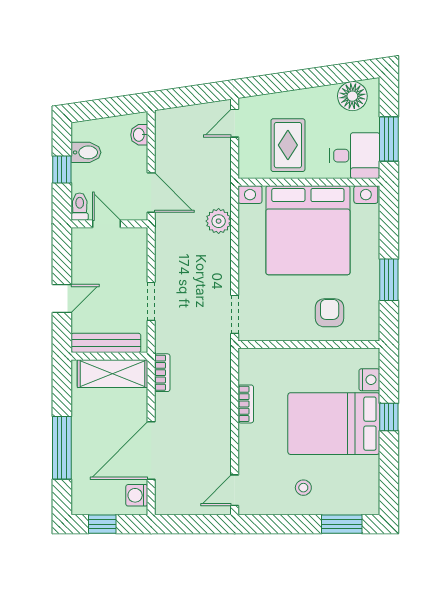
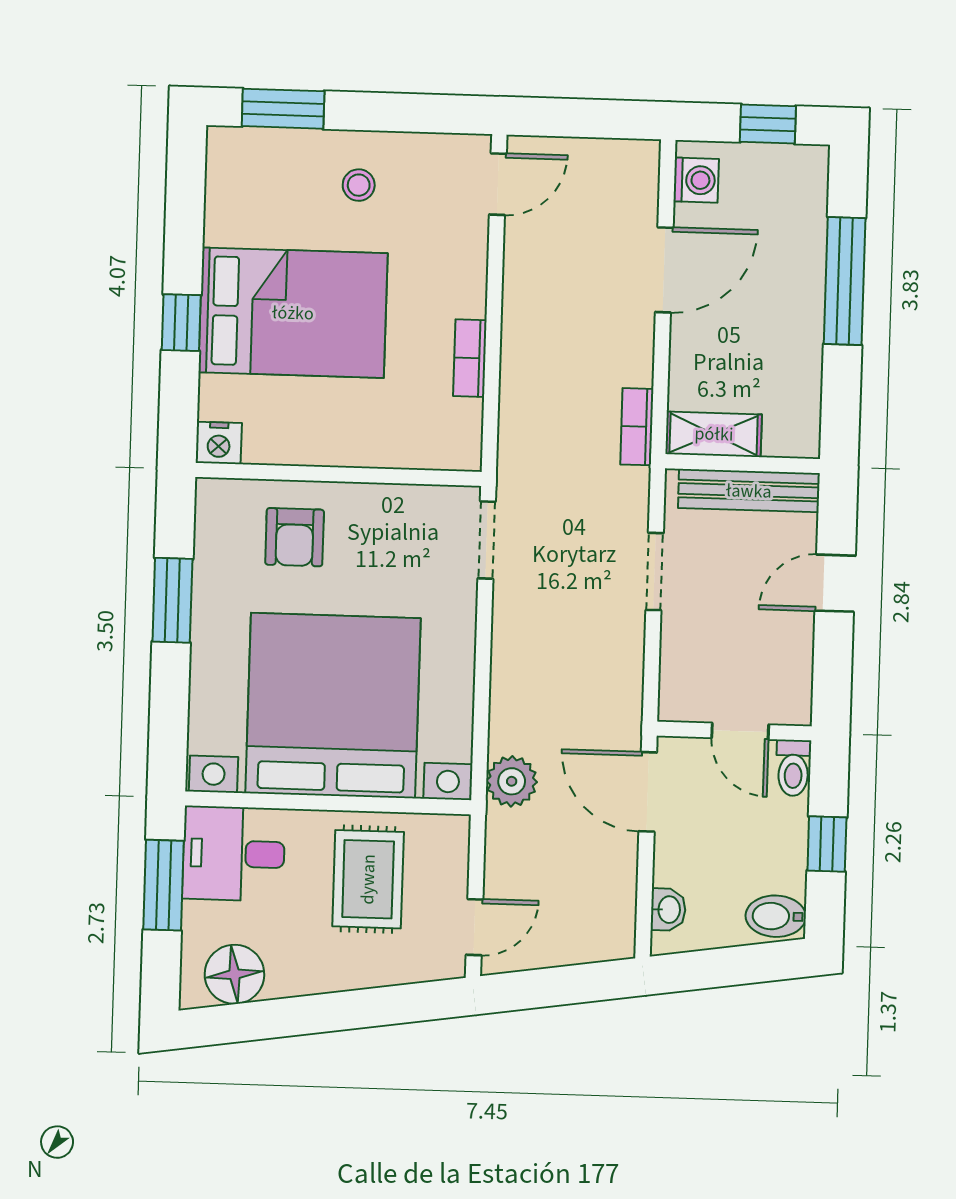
bidet: (86, 152) -> (776, 916), moved
plant: (219, 221) -> (512, 781), moved
shelving: (112, 374) -> (714, 434), width x0.67, depth x0.75
nightstand: (369, 380) -> (219, 443), moved, turned -90
door: (151, 451) -> (664, 270), width x0.73

